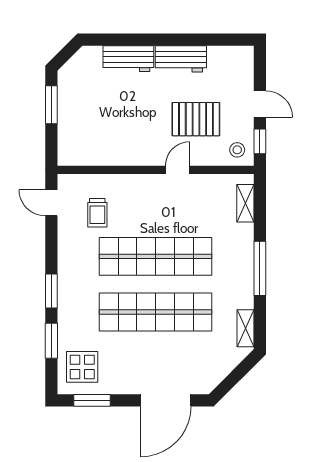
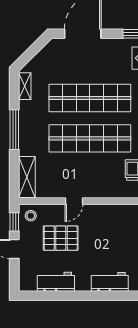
workbench: (181, 59) -> (56, 282), moved
shelving: (245, 203) -> (27, 177), width x1.50, depth x1.33

